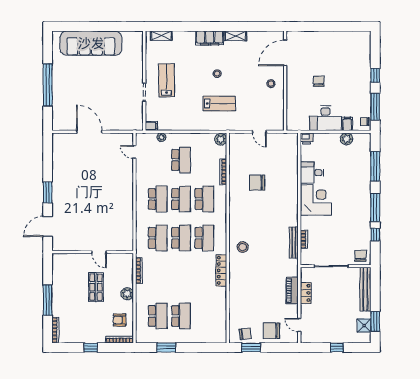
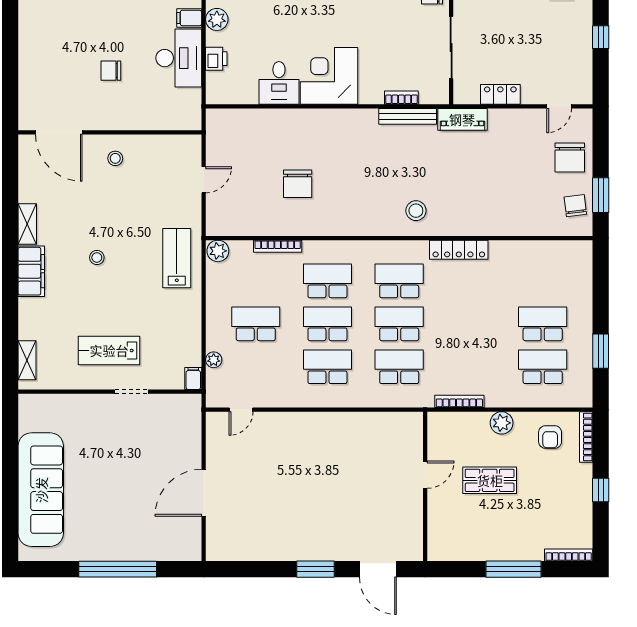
lab bench: (219, 104) -> (177, 258), moved
printer: (307, 139) -> (216, 59), moved
piano: (292, 290) -> (462, 119), moved

